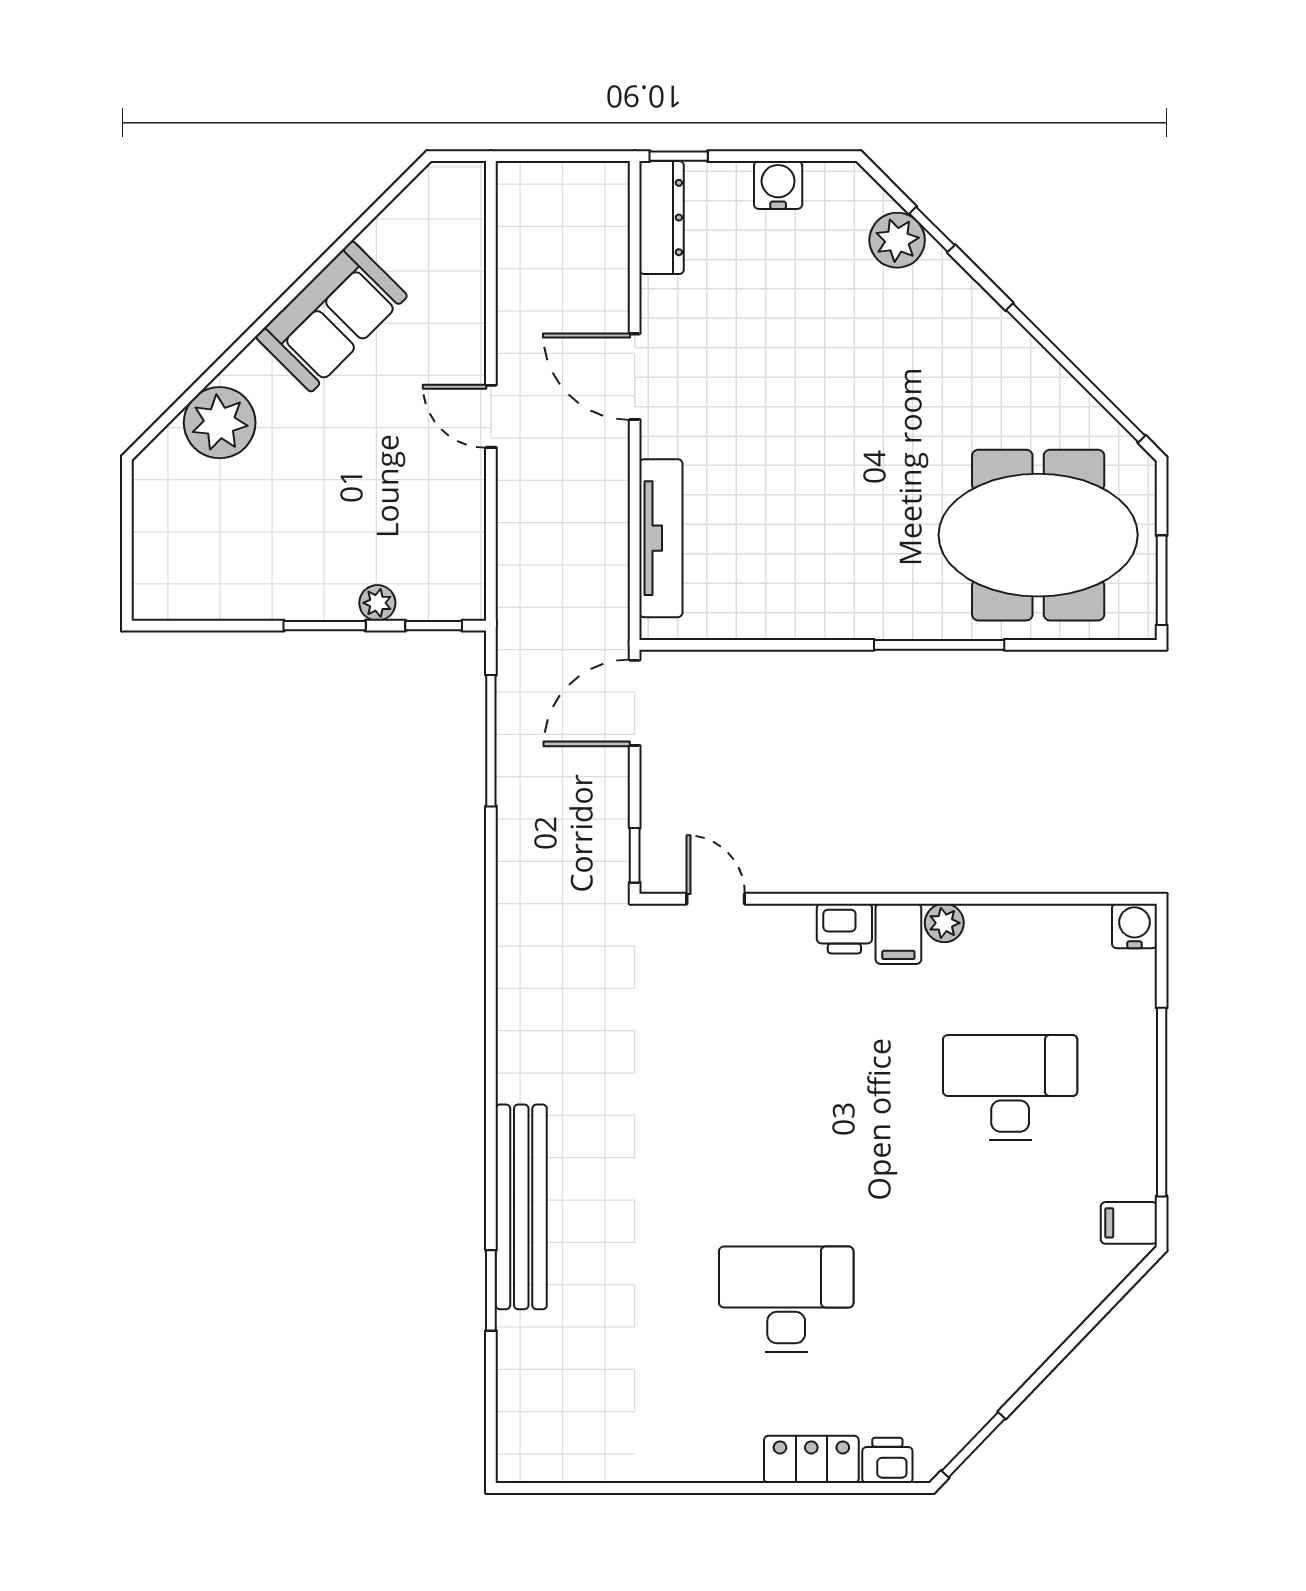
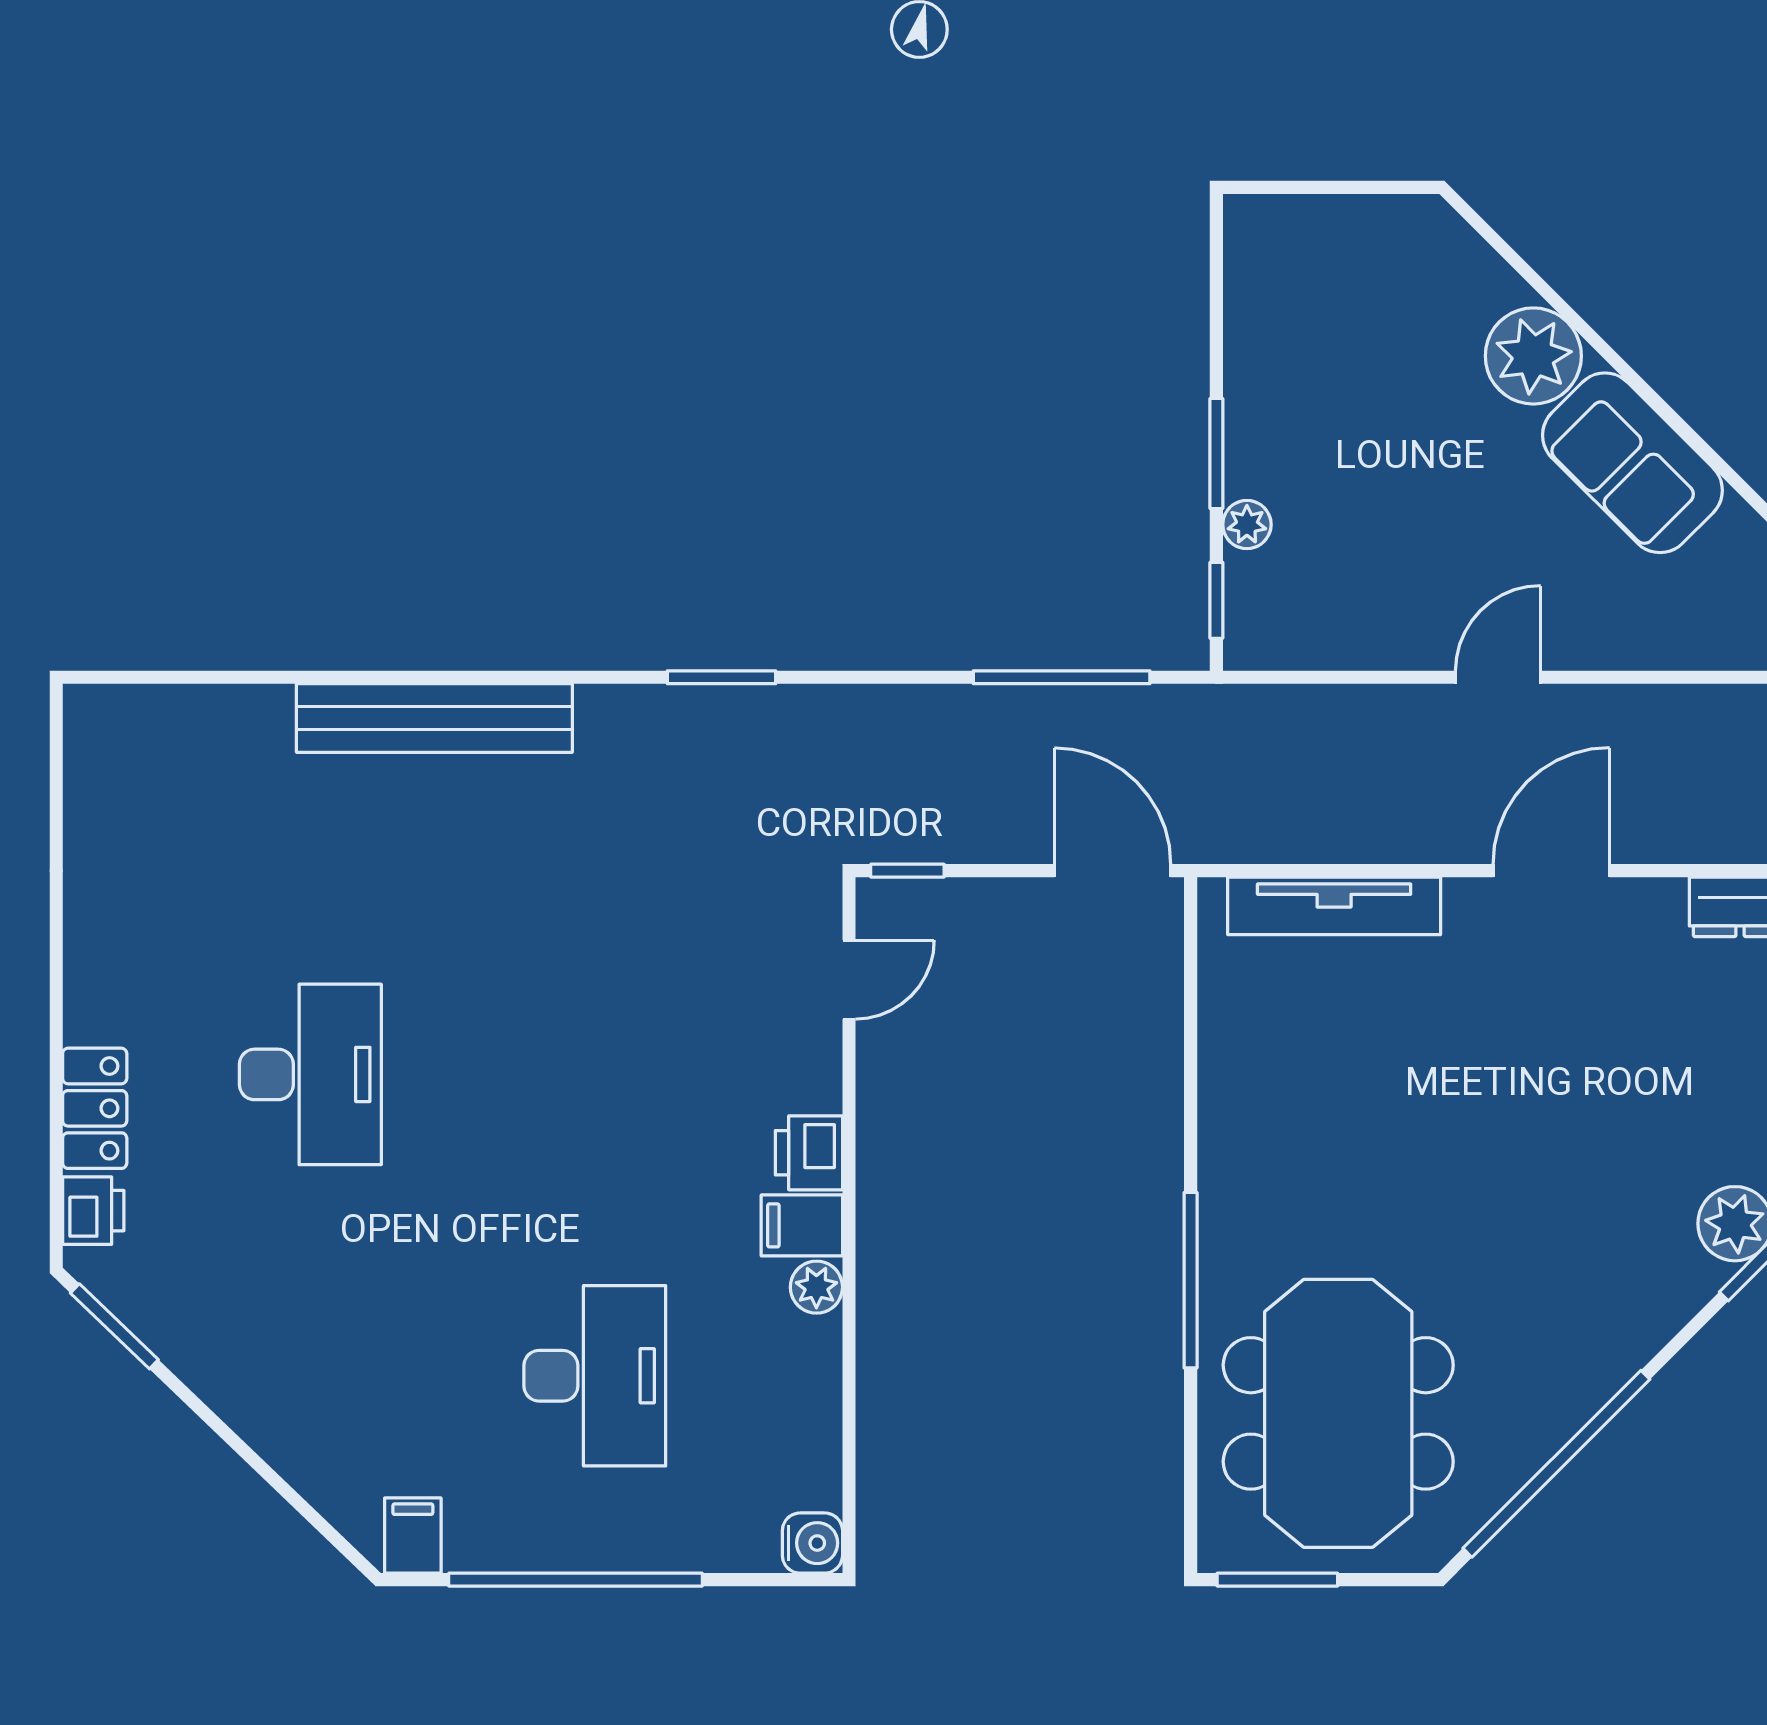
plant: (220, 423) -> (1533, 356), moved
window: (491, 1290) -> (722, 677), moved

